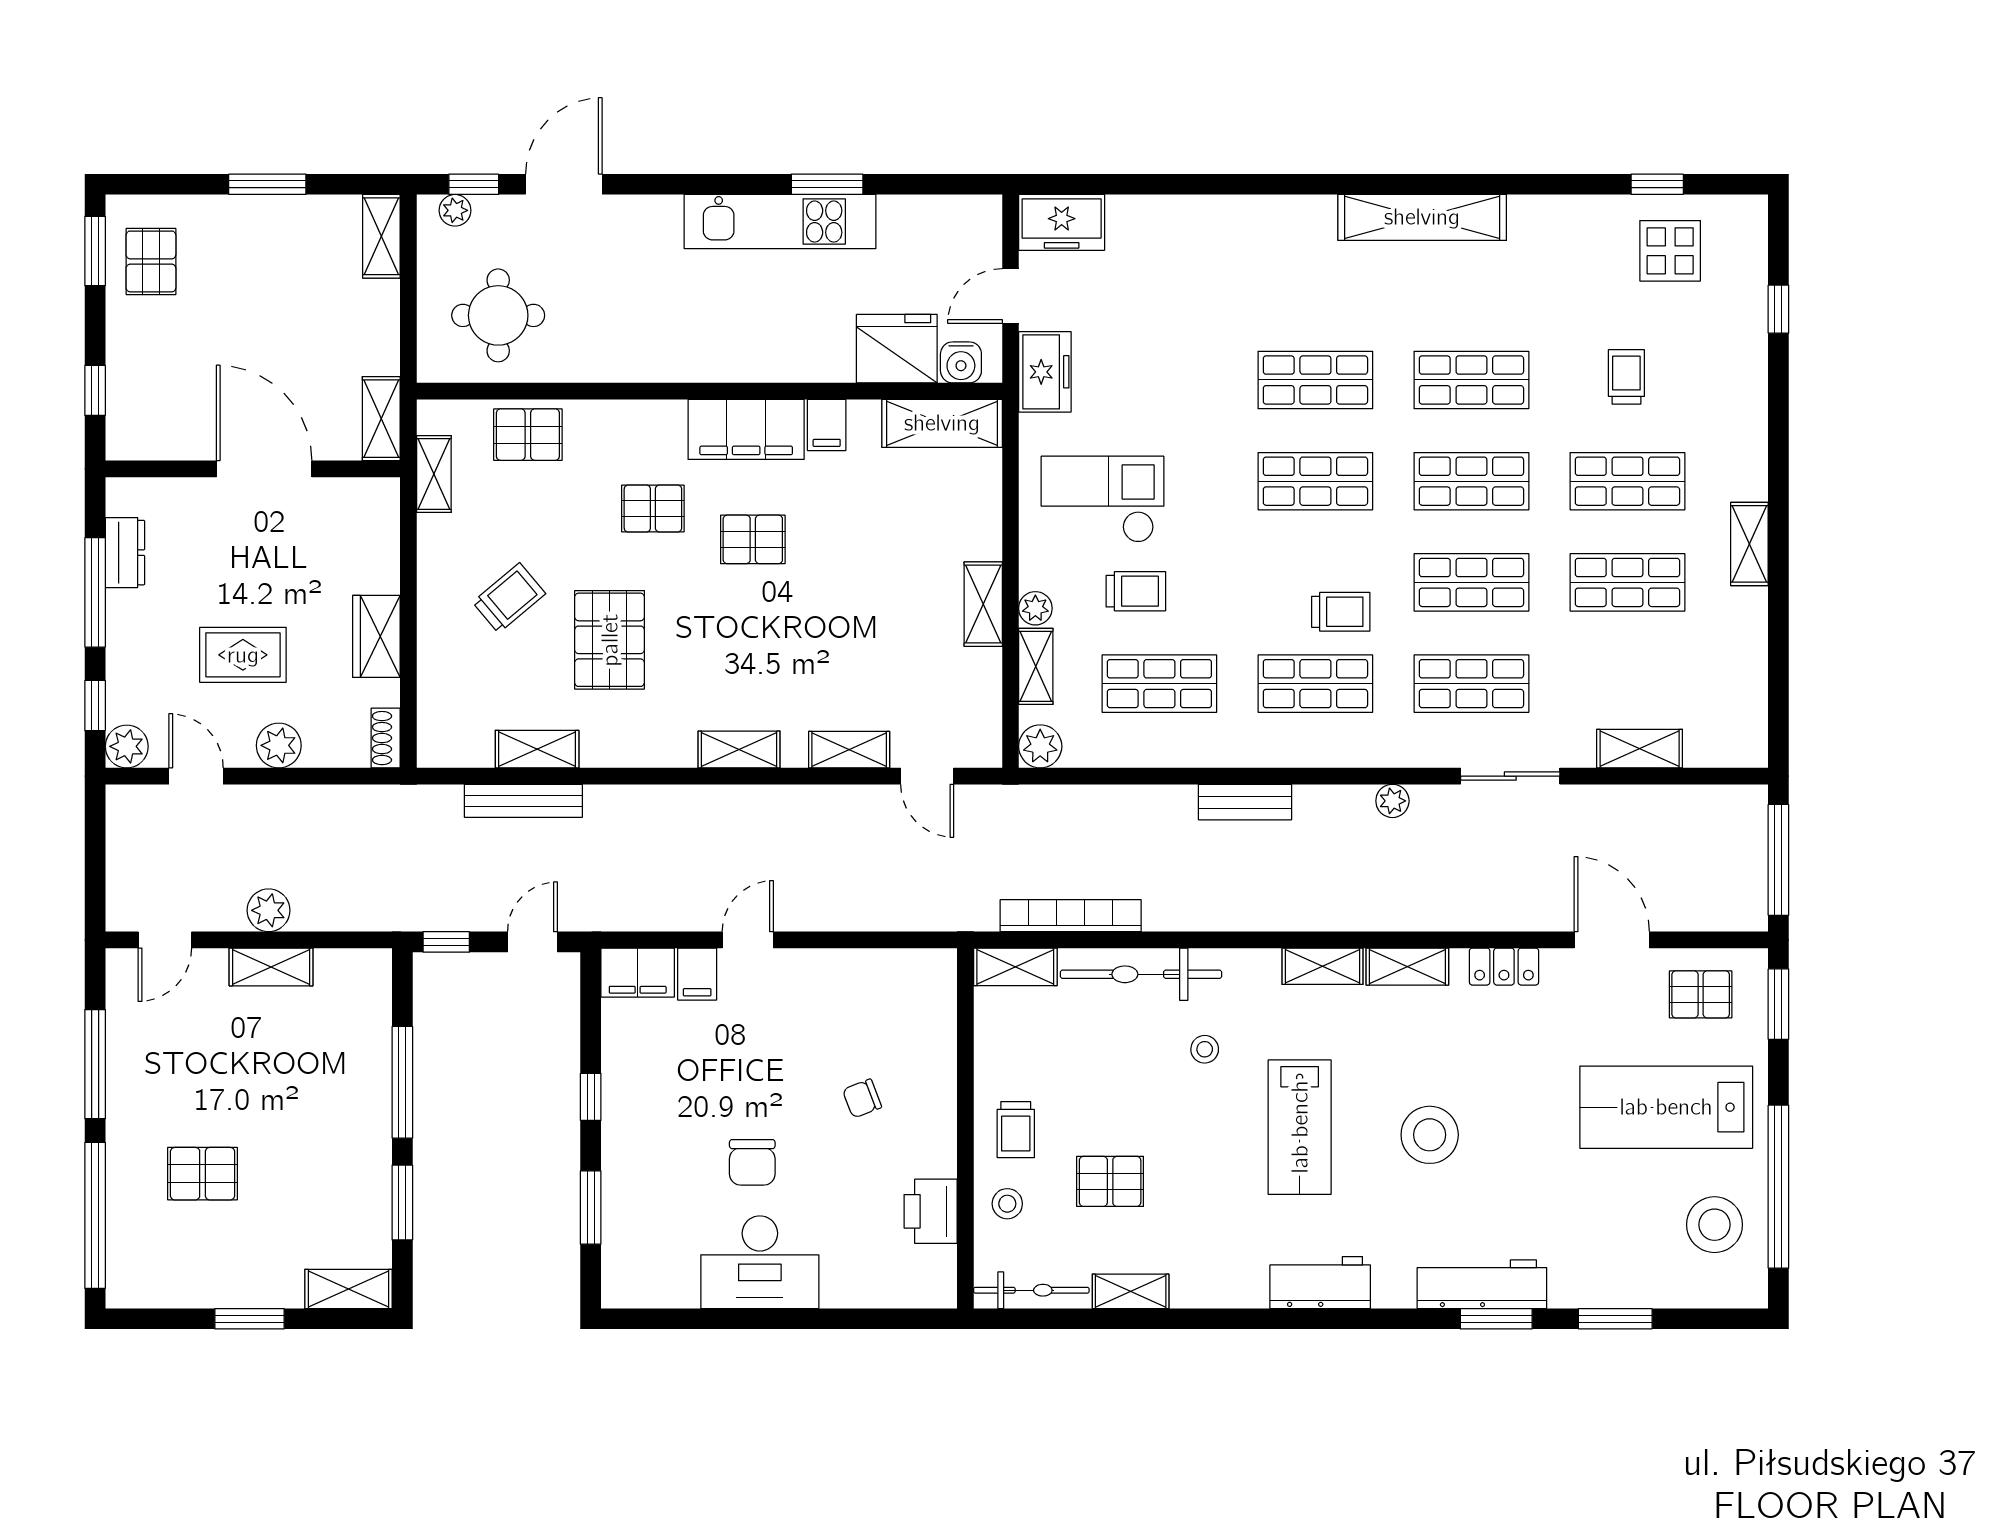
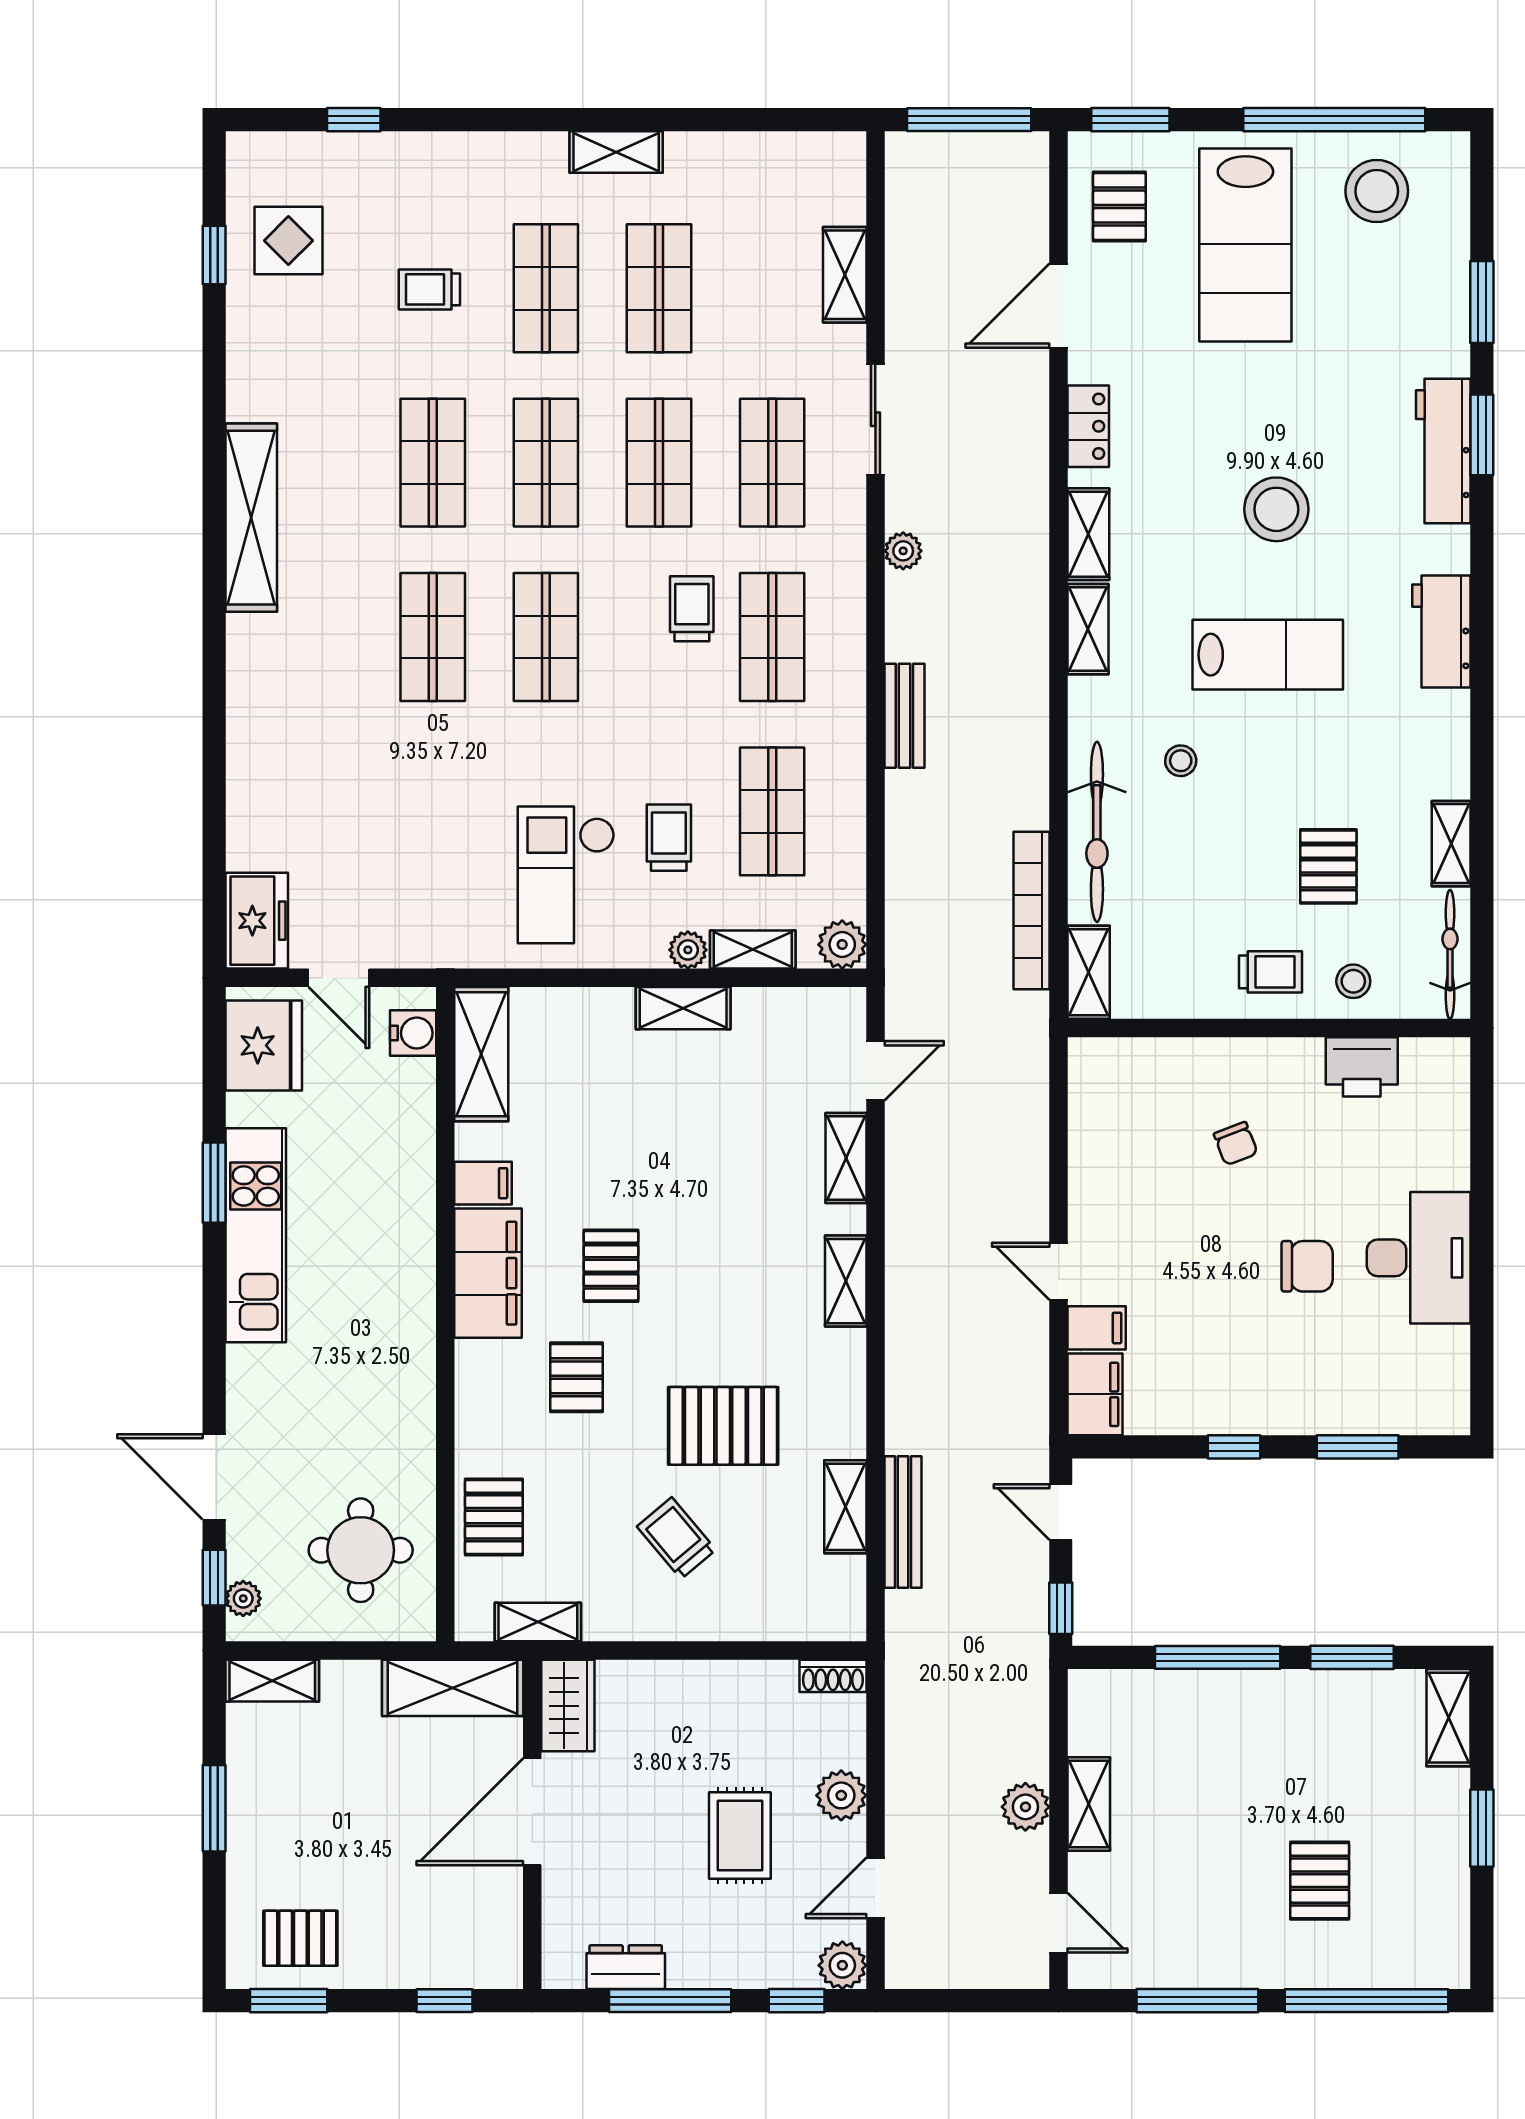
fridge: (897, 349) -> (264, 1045), moved, turned 180
freezer: (1045, 372) -> (424, 939), removed
shelving: (381, 419) -> (453, 1688), width x1.50, depth x1.33
wardrobe: (376, 636) -> (568, 1706), moved, turned -90

